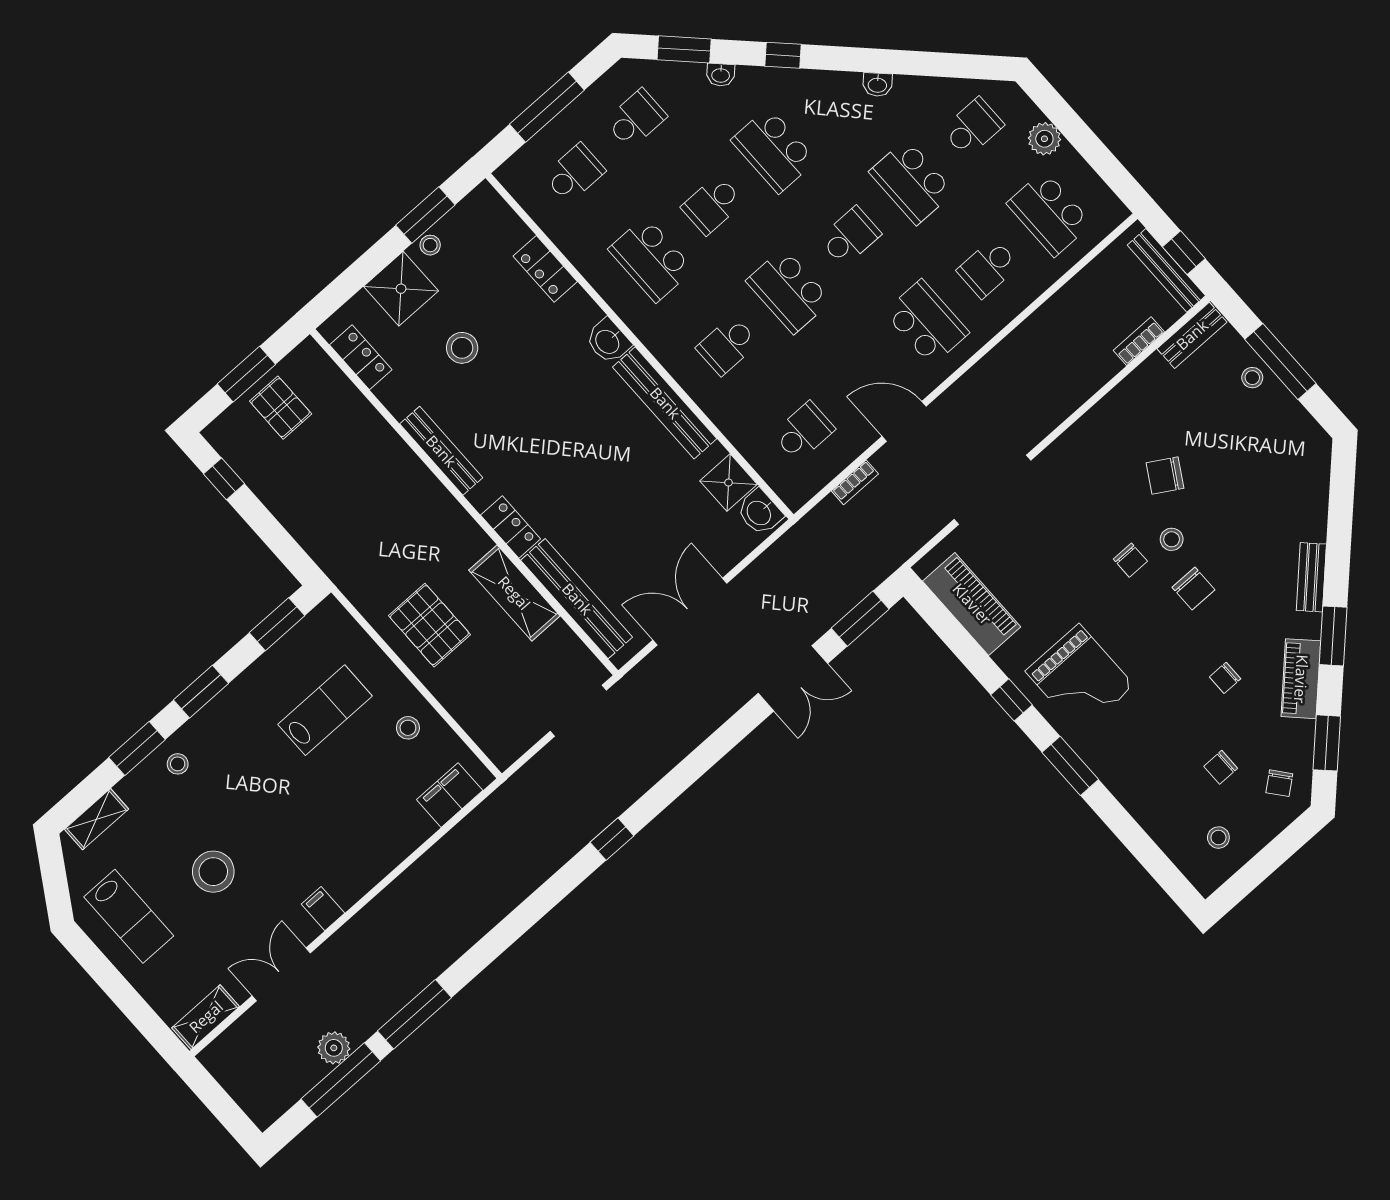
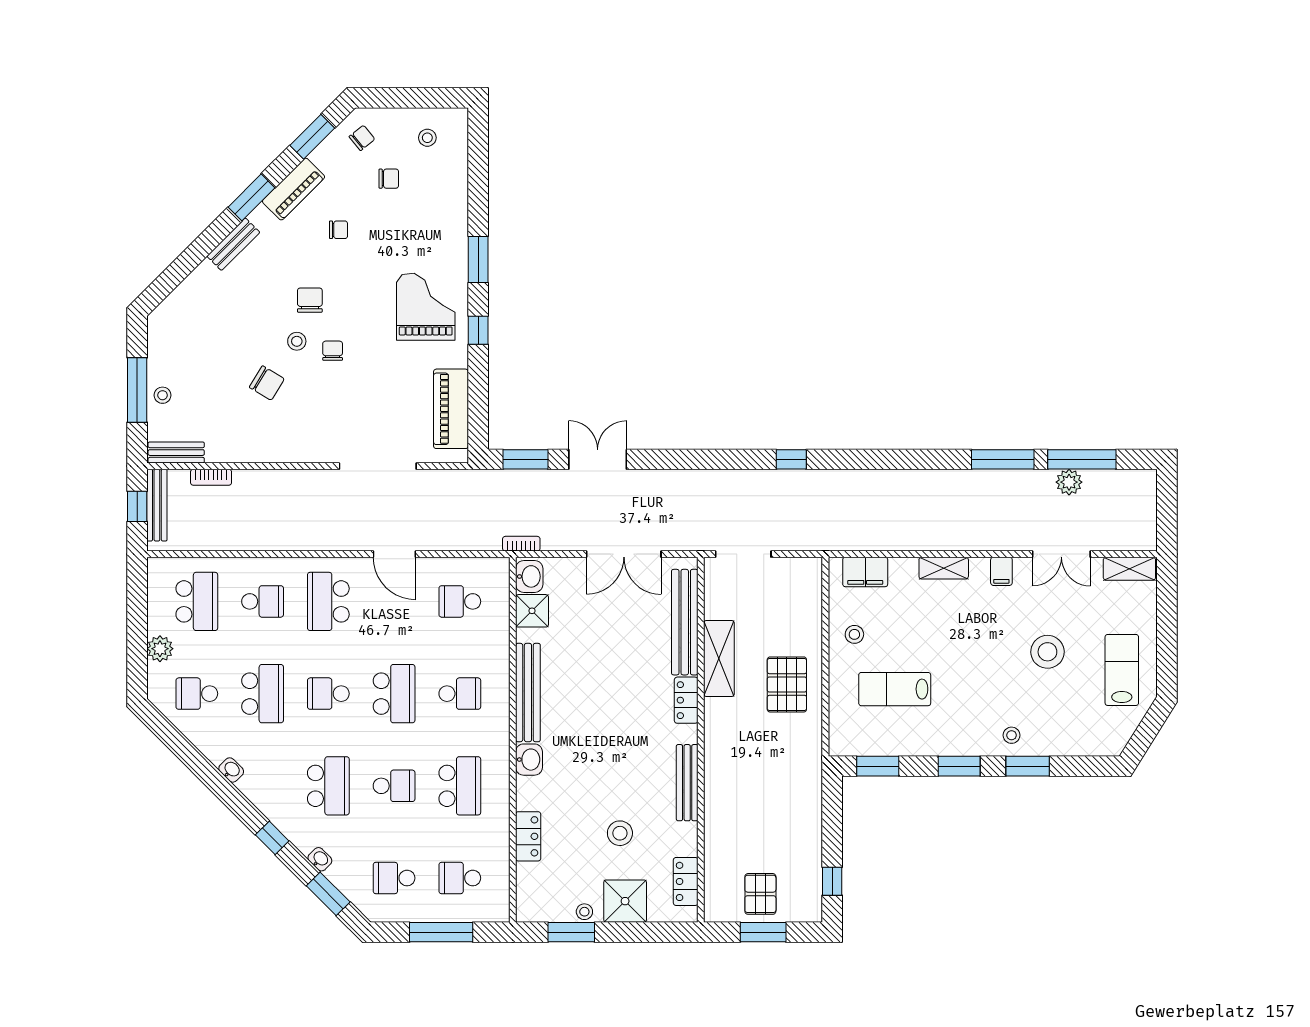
bookcase: (855, 482) -> (521, 544), moved
shelving: (97, 819) -> (944, 568), moved

